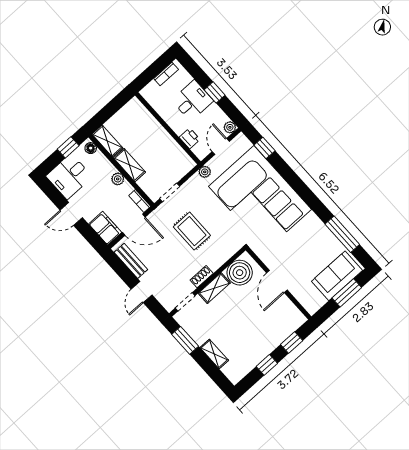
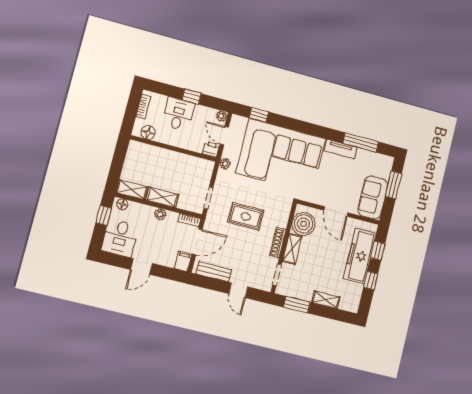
floor lamp: (155, 100) -> (148, 132), added
printer: (190, 138) -> (211, 149), moved
filing cabinet: (105, 228) -> (183, 261), width x0.50
tv unit: (319, 228) -> (340, 149), added
sofa: (337, 276) -> (373, 198), moved
shoe rack: (202, 277) -> (278, 242), width x1.43
freezer: (272, 336) -> (360, 256), added

